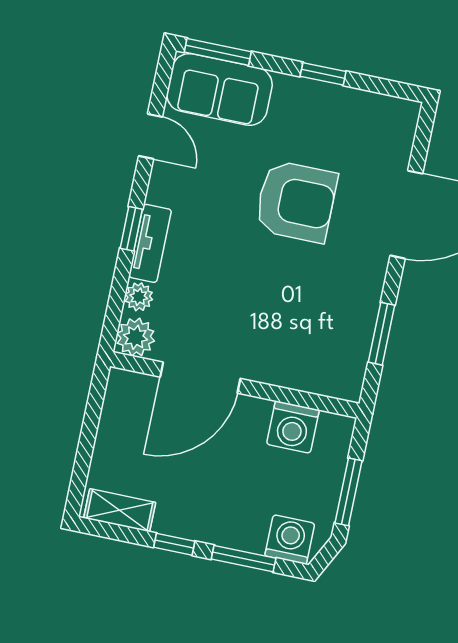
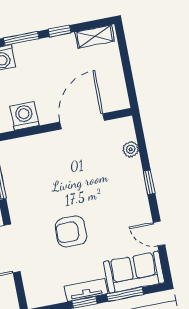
window: (218, 52) -> (125, 294), moved
armchair: (296, 201) -> (71, 231), width x0.73, depth x0.73
tv unit: (150, 243) -> (86, 290), moved, turned 90
plant: (136, 337) -> (124, 128), removed

